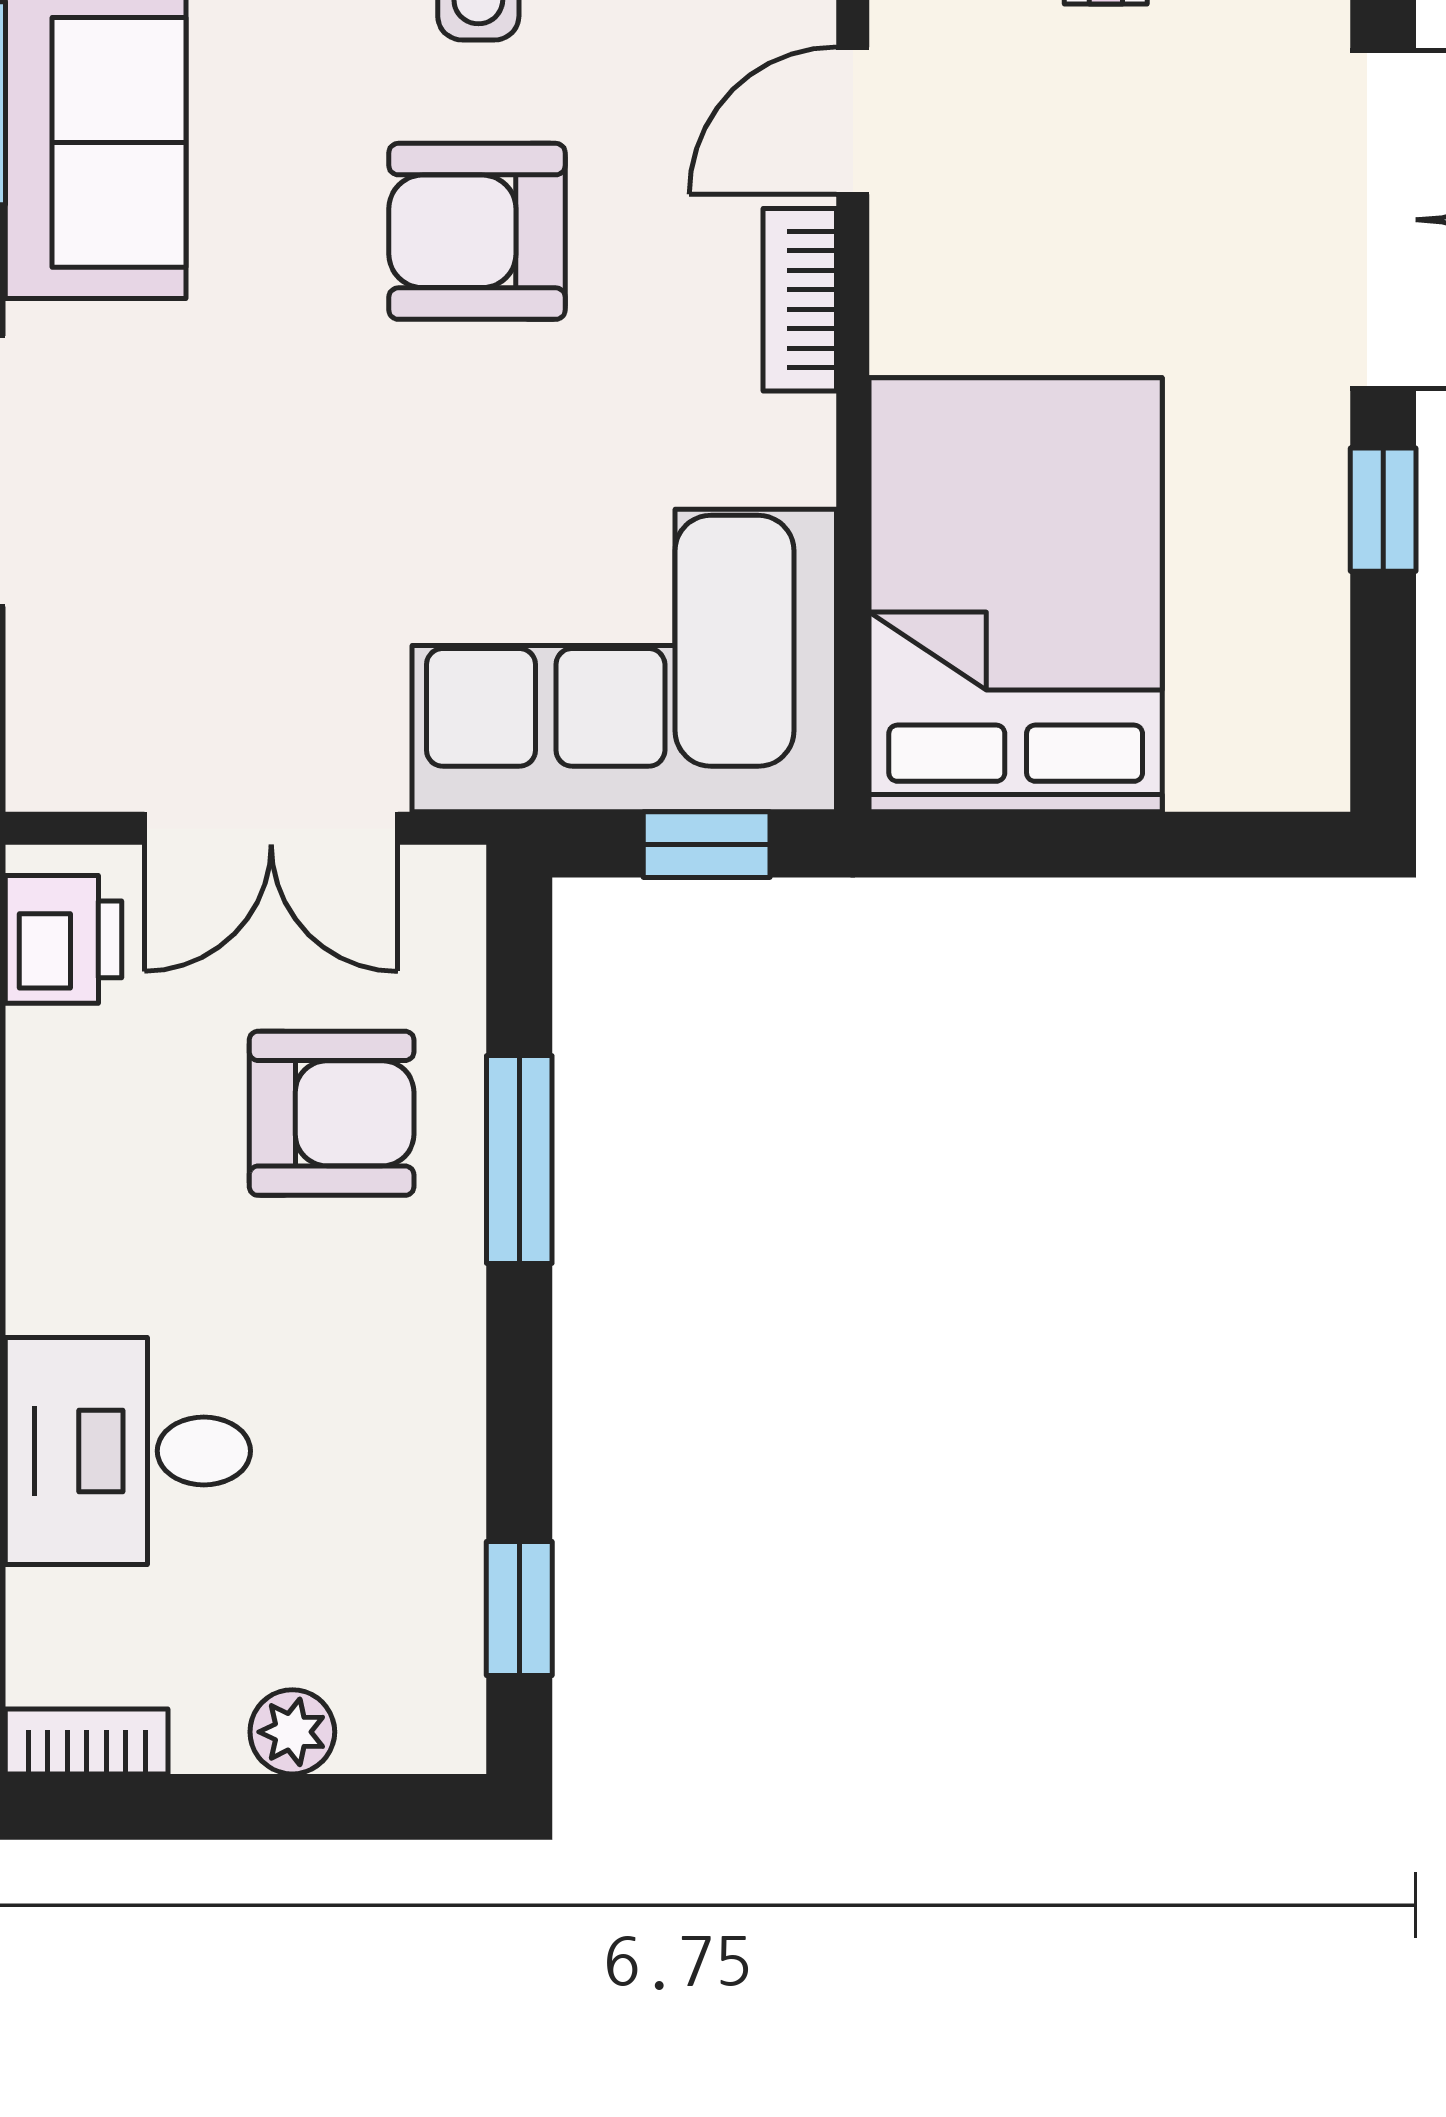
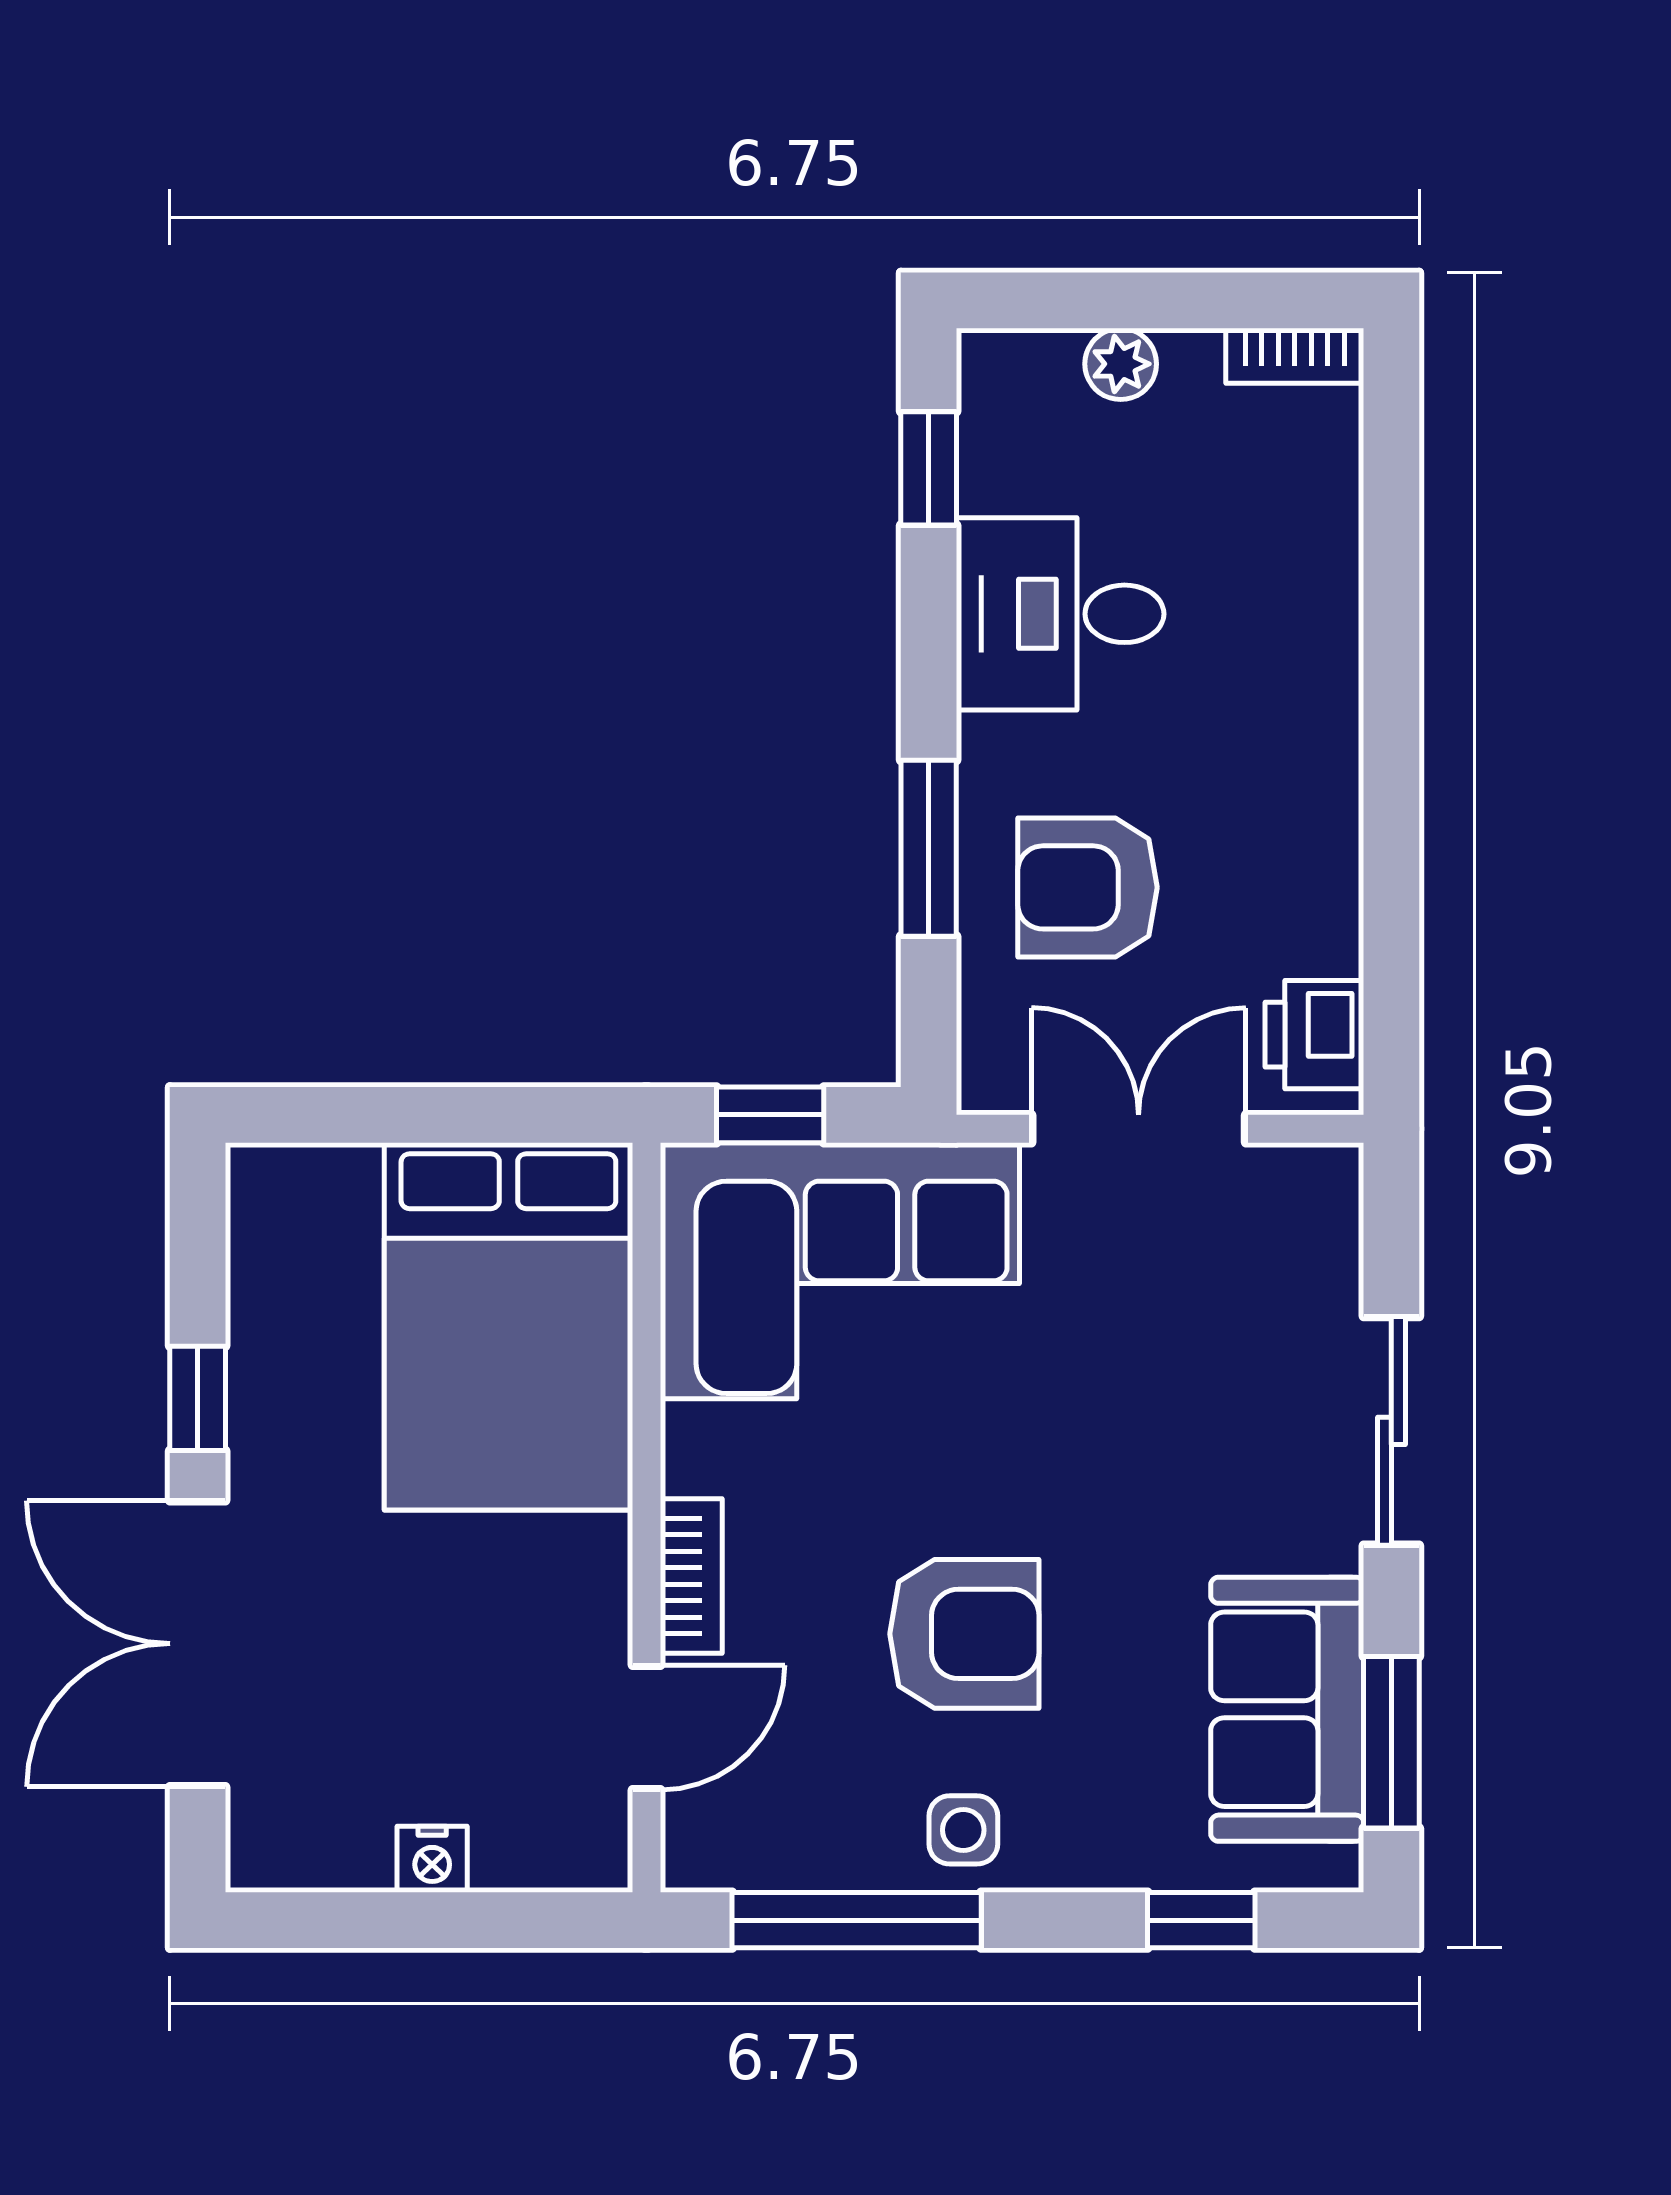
desk: (128, 1451) -> (1060, 614), moved, turned 180

